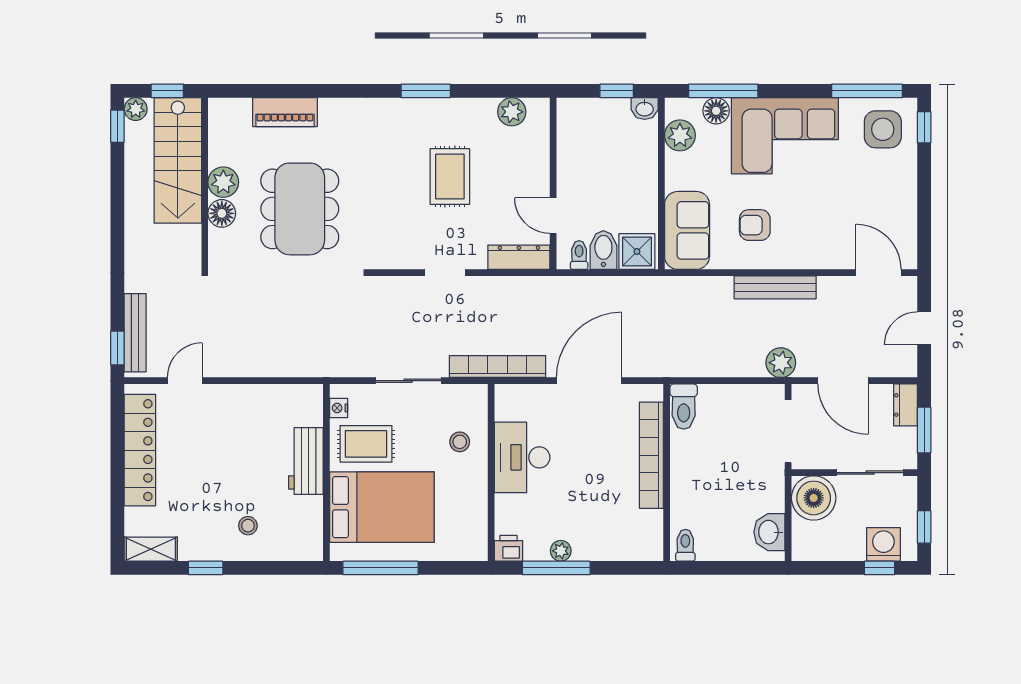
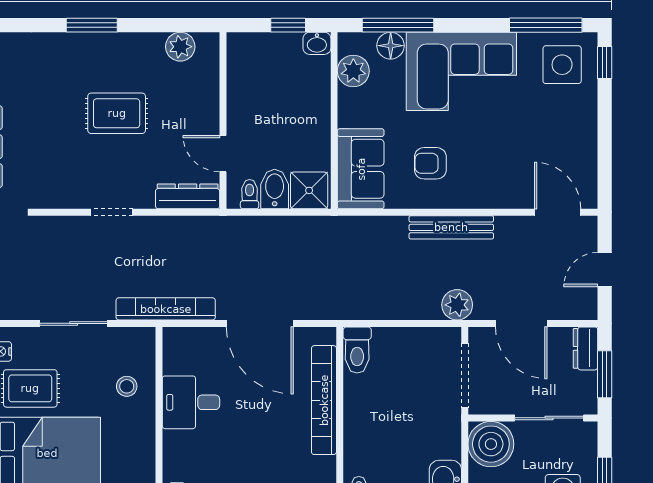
rug: (450, 176) -> (117, 113), turned 90
door: (589, 381) -> (260, 323), swing flipped
desk: (522, 457) -> (191, 402), width x0.73

